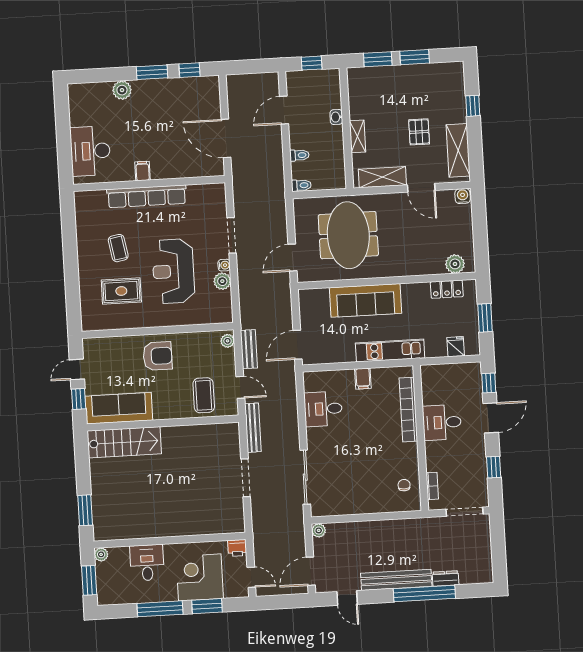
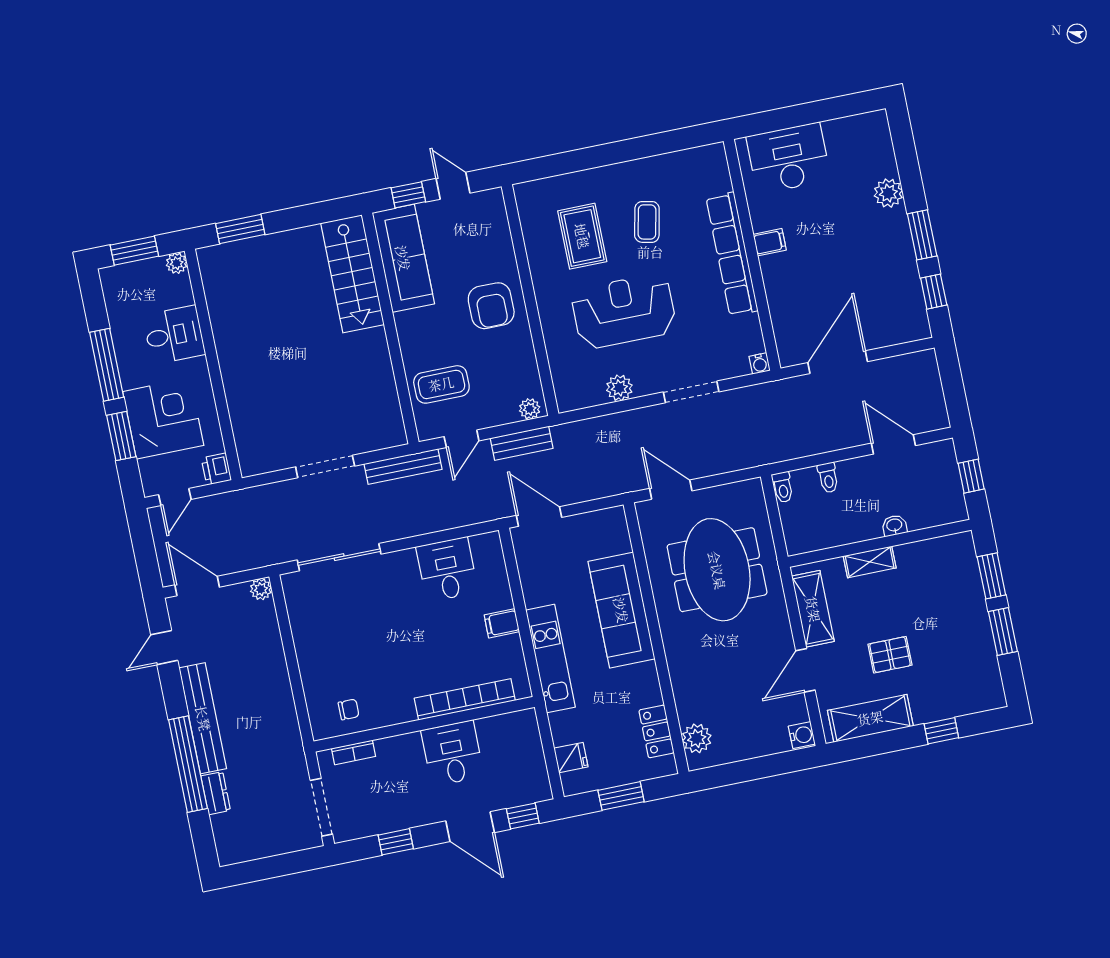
meeting table: (348, 235) -> (717, 570), turned 90
coffee table: (118, 248) -> (647, 222), turned -68
water cooler: (224, 265) -> (760, 363), moved

